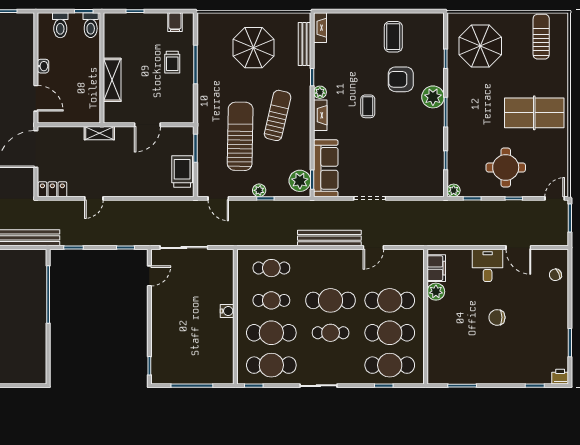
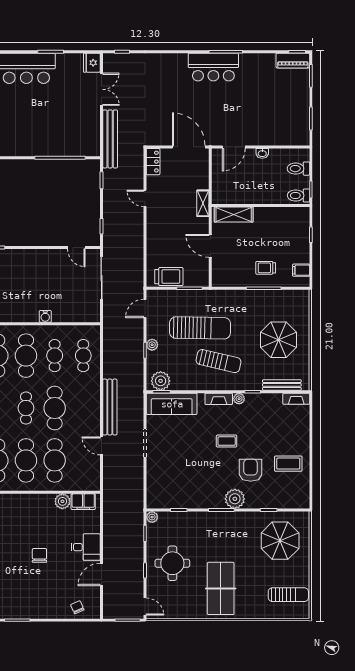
shelving: (112, 80) -> (234, 214), moved

